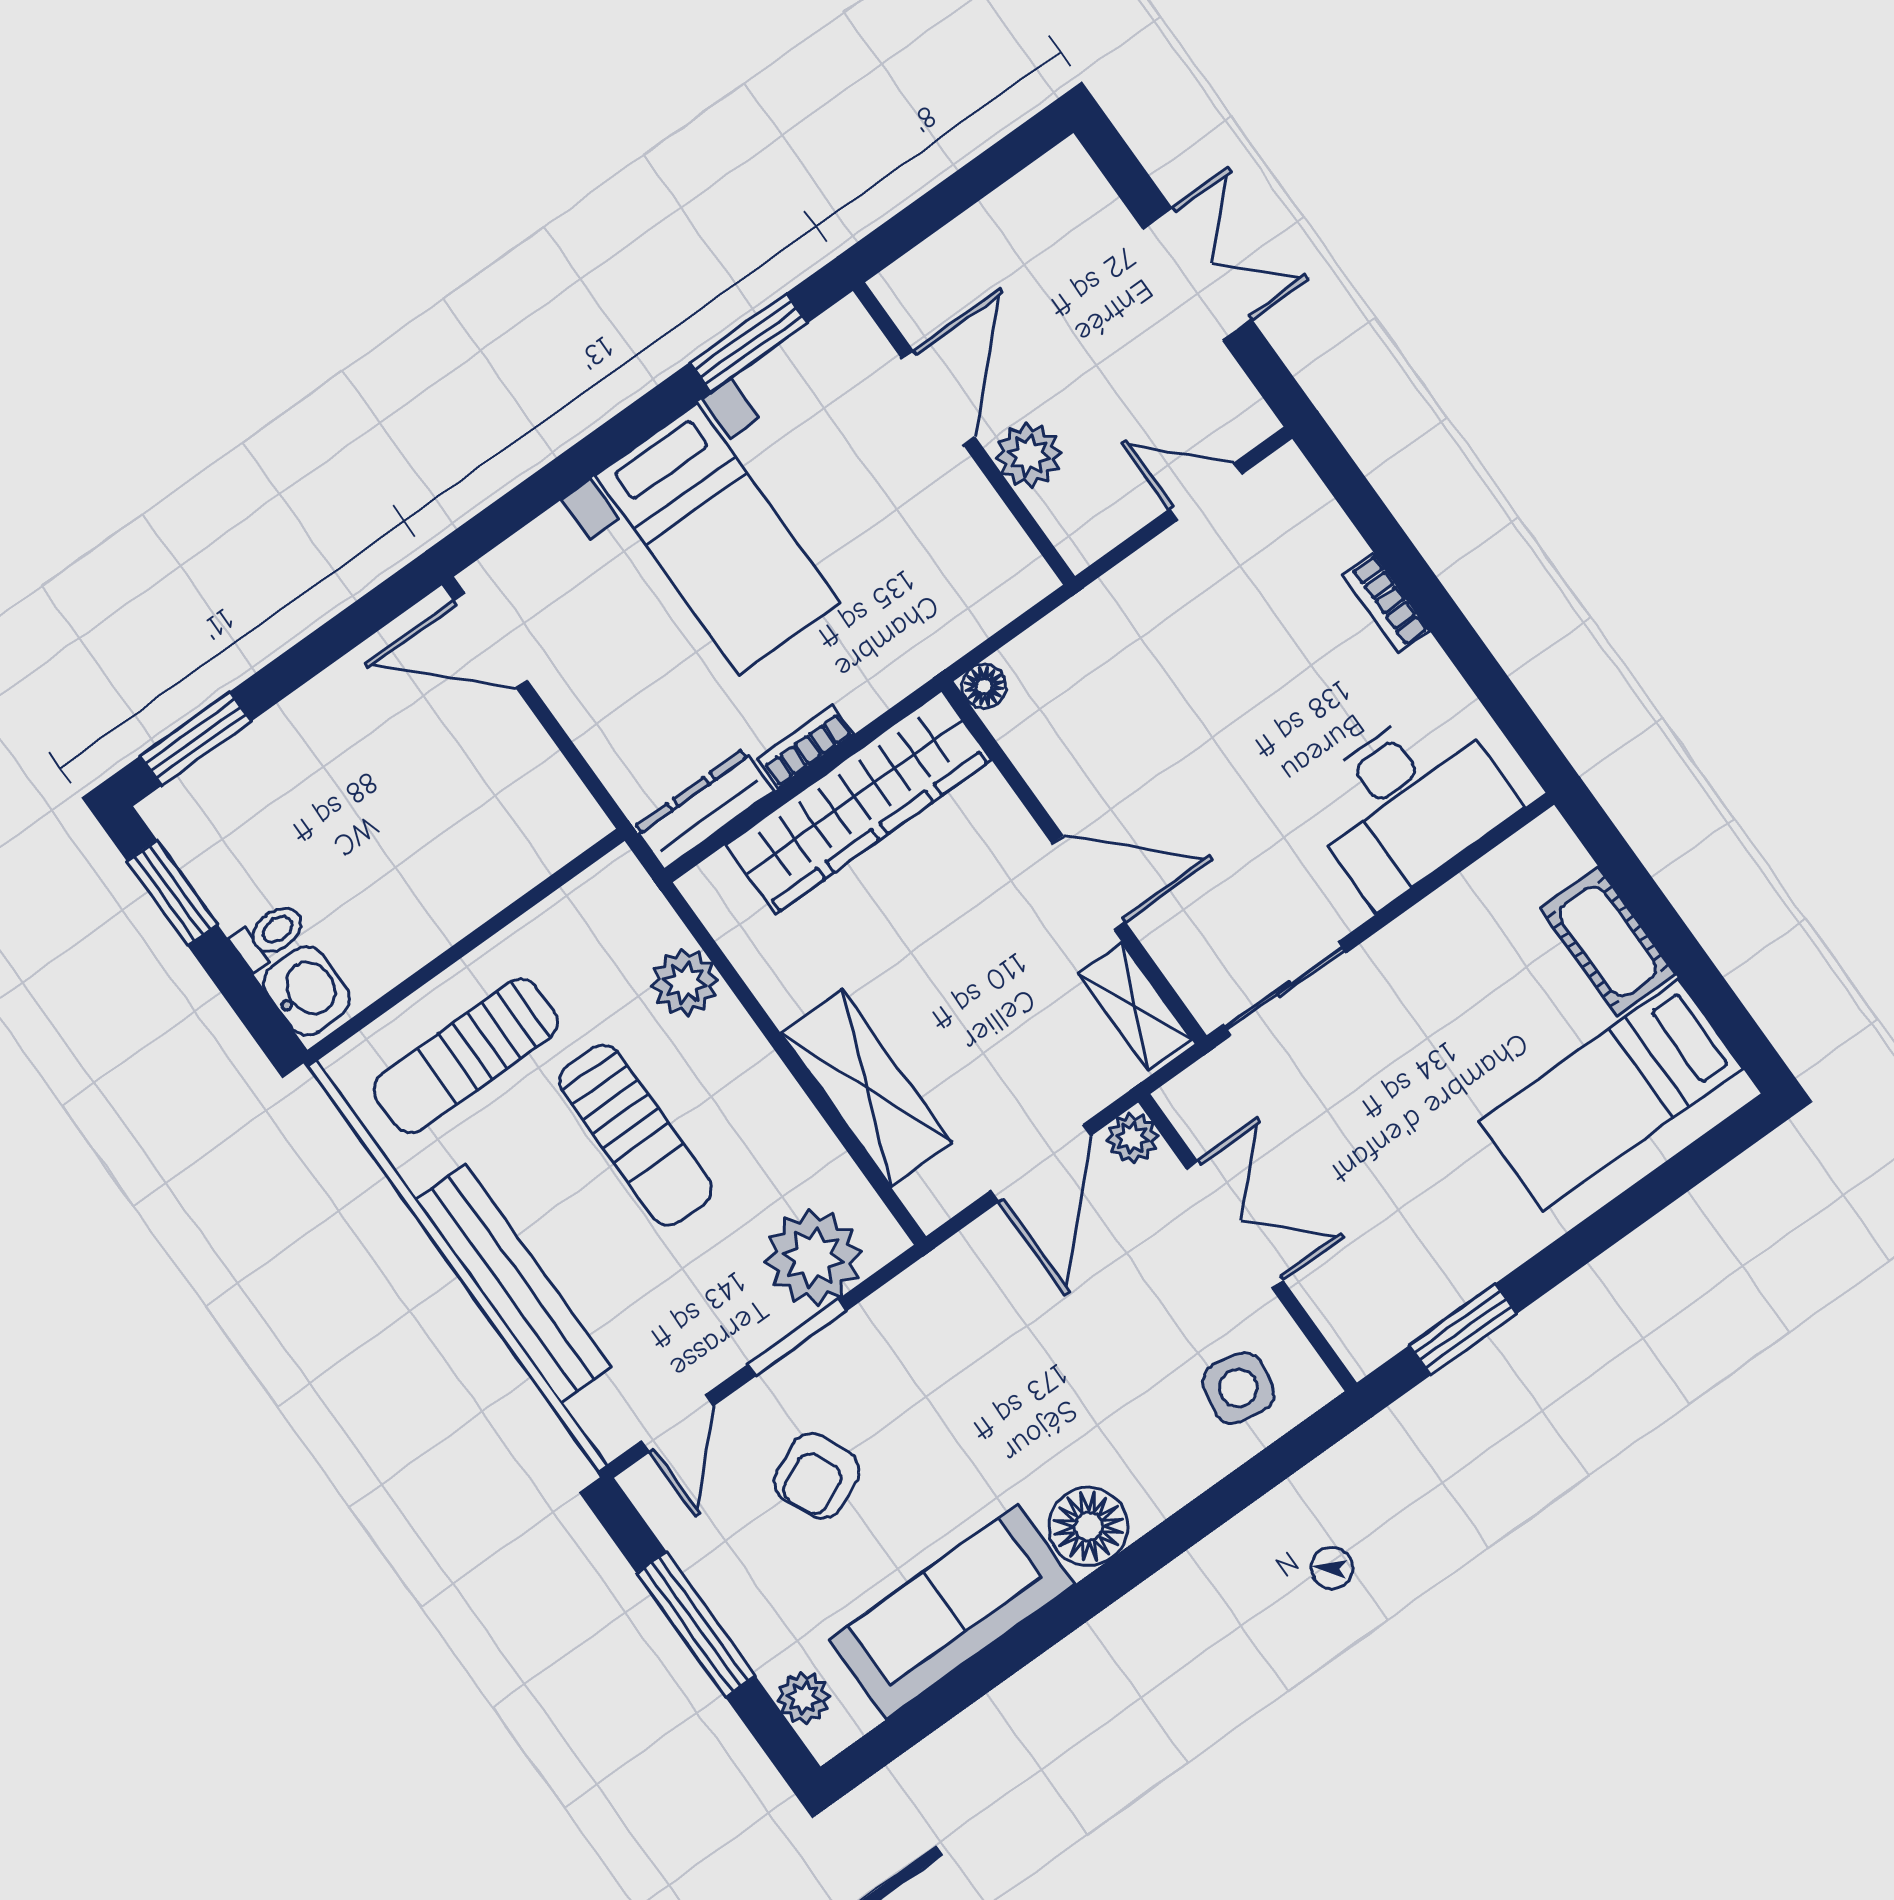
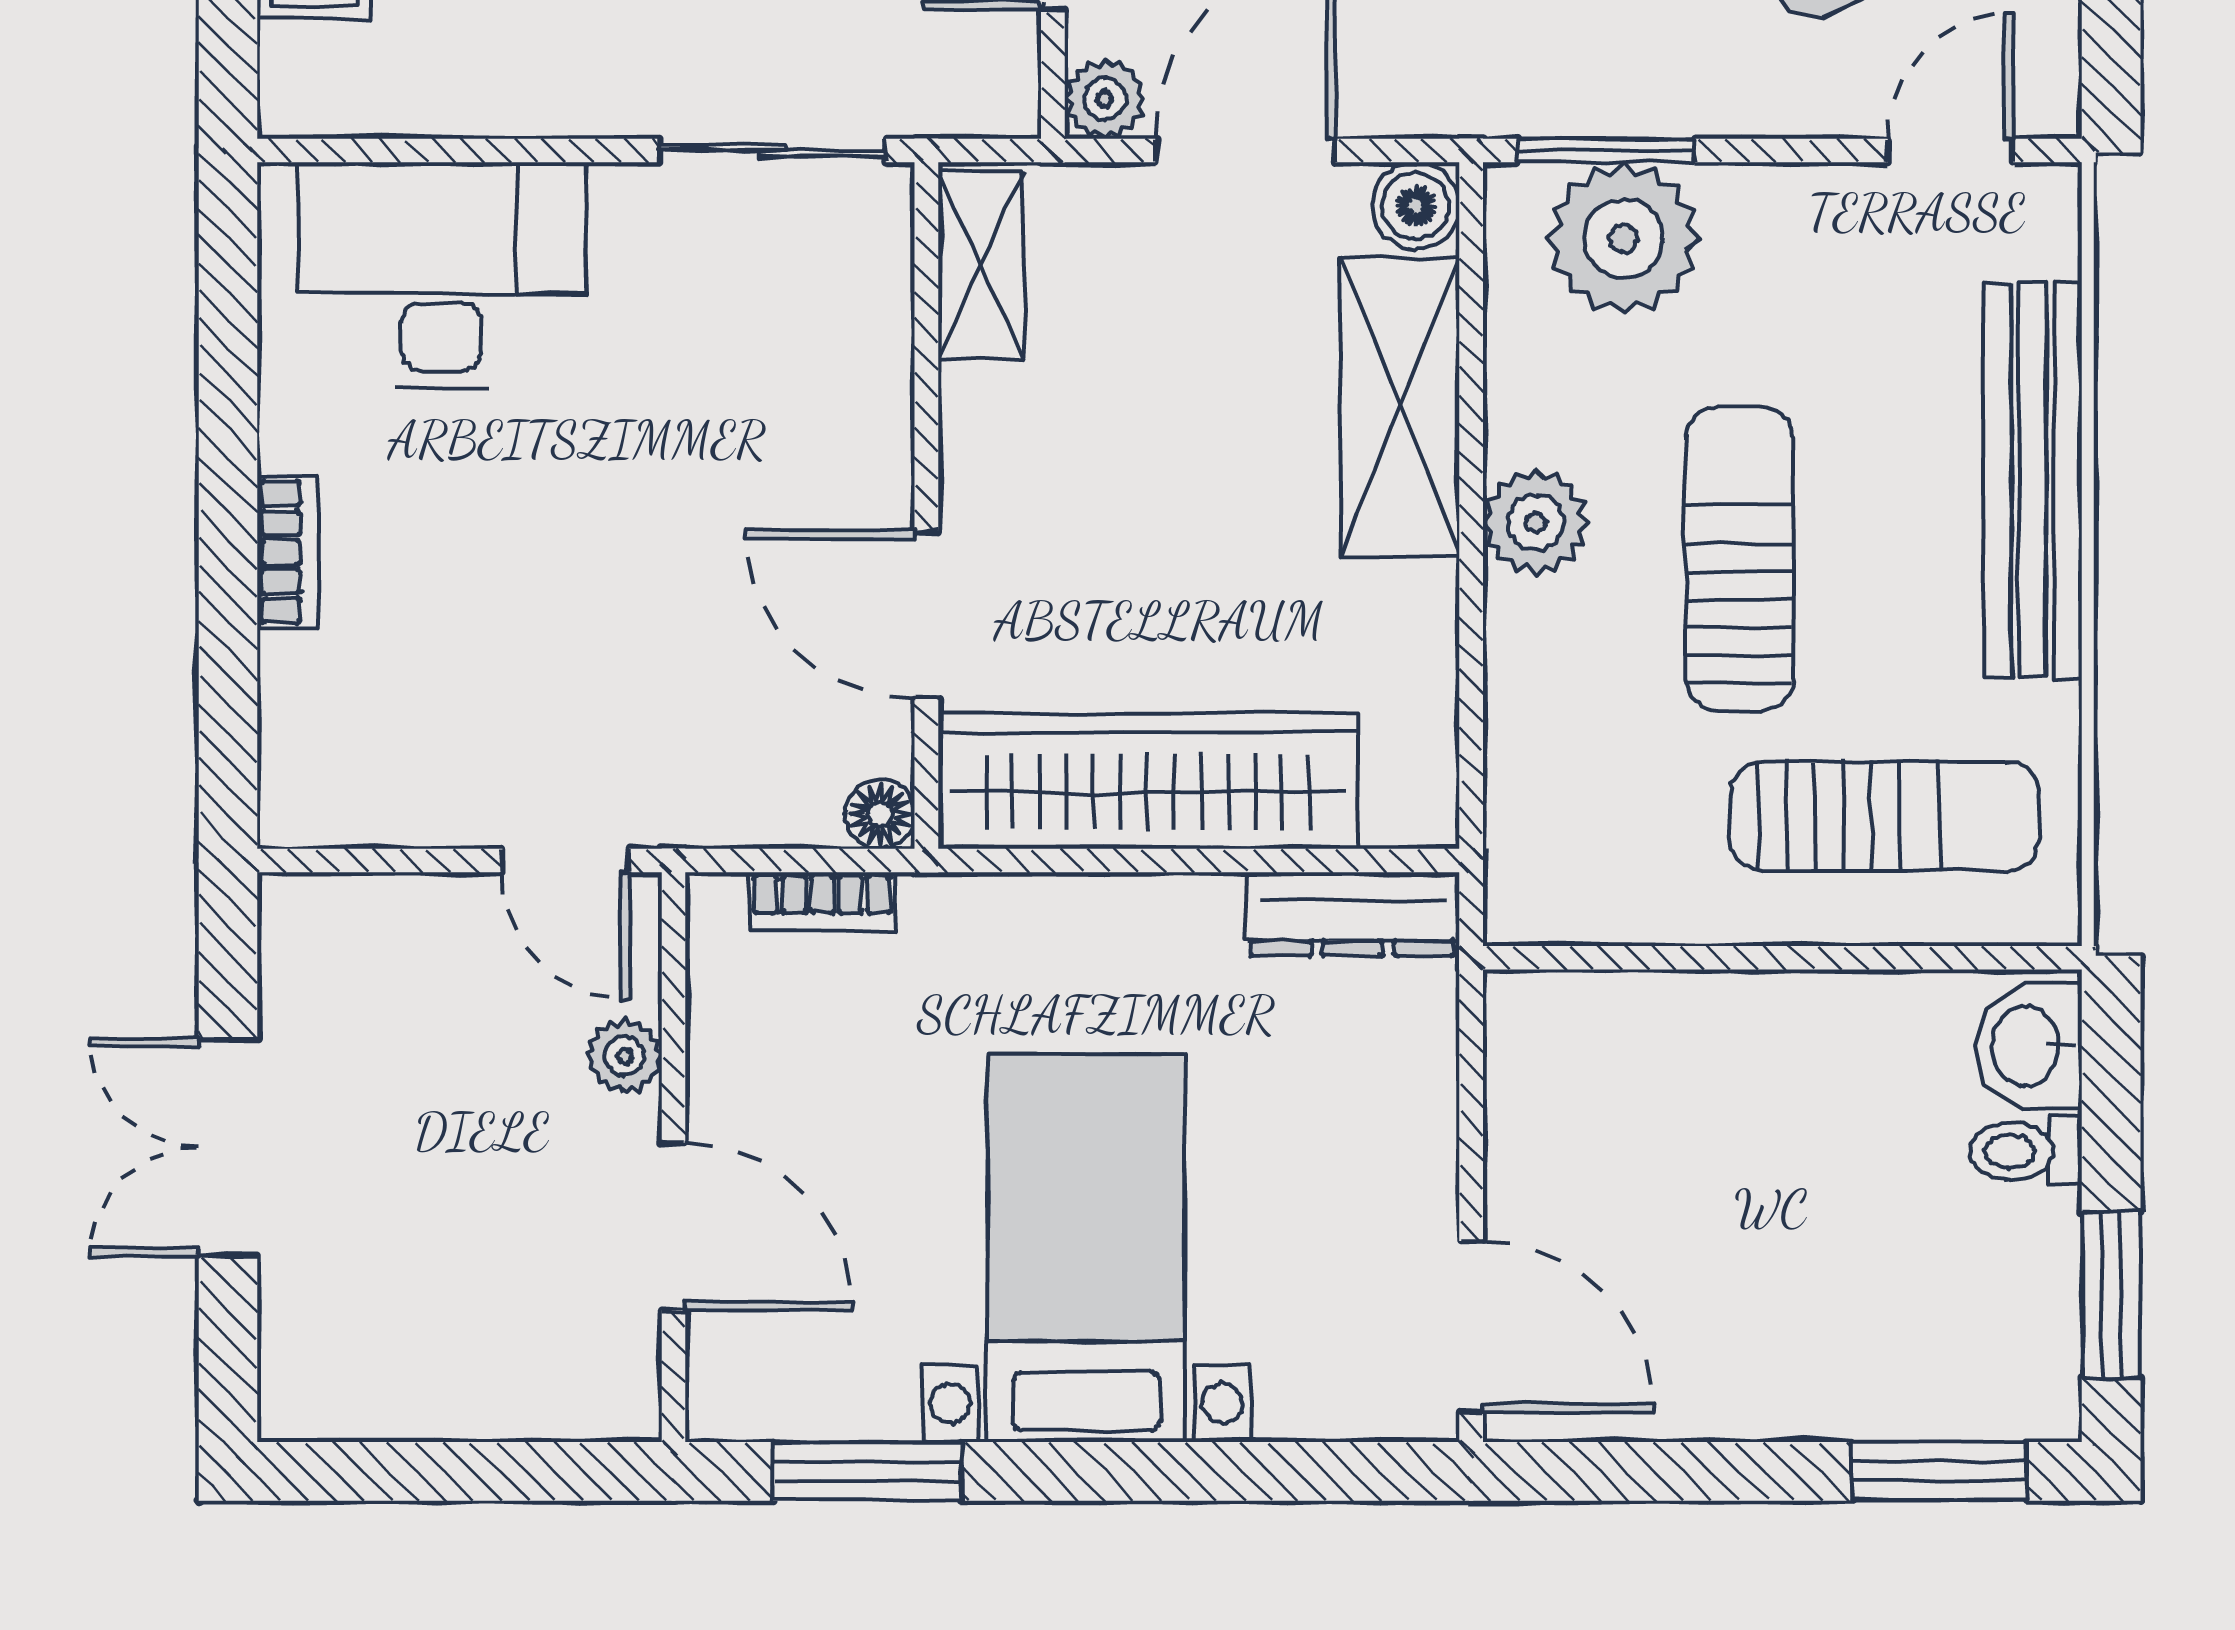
door: (938, 398) -> (674, 1227), swing flipped
plant: (1029, 455) -> (625, 1056), width x0.73, depth x0.73
door: (1206, 492) -> (566, 861), moved
bookcase: (805, 746) -> (822, 901), moved
door: (1089, 883) -> (926, 615), moved
plant: (685, 982) -> (1536, 522), moved
boiler: (932, 1198) -> (1416, 206), added
window: (797, 1337) -> (1606, 150), moved

